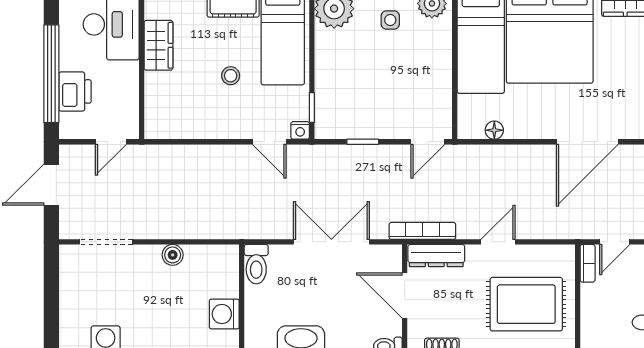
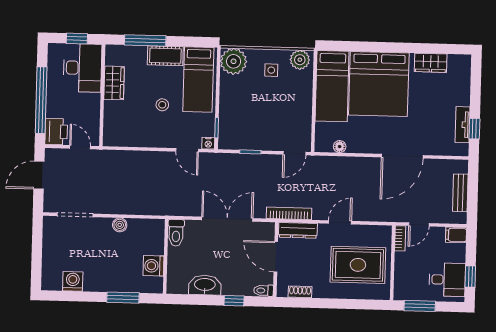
printer: (75, 91) -> (56, 132), moved
door: (111, 142) -> (80, 147), swing flipped

